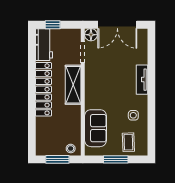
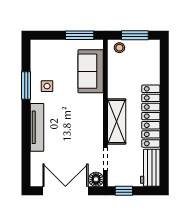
window: (53, 25) -> (124, 191), moved
tv unit: (142, 80) -> (37, 127), width x1.41
window: (151, 116) -> (26, 85), added
coffee table: (128, 142) -> (53, 55), removed
window: (116, 159) -> (80, 35), moved

